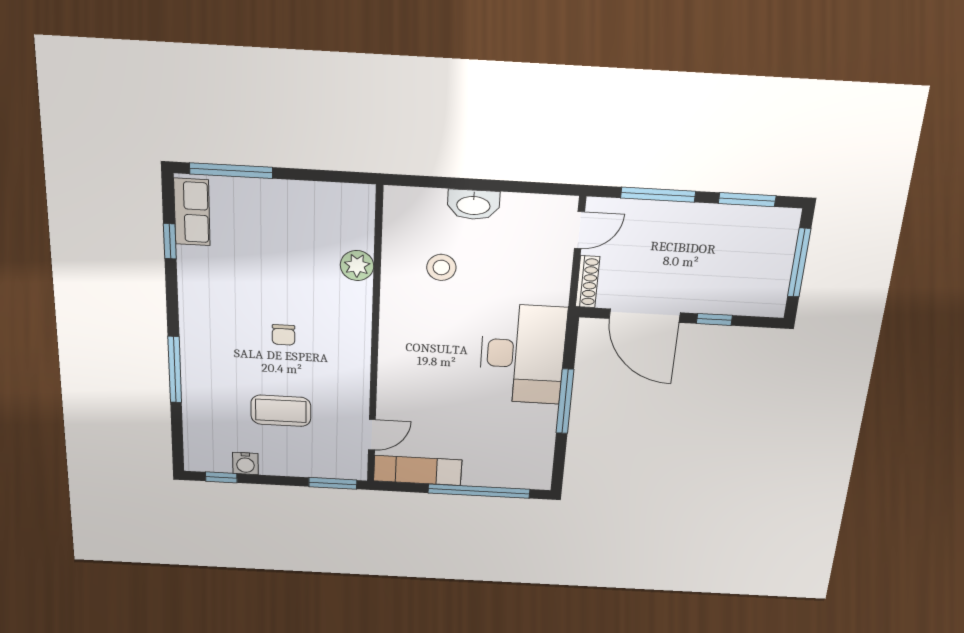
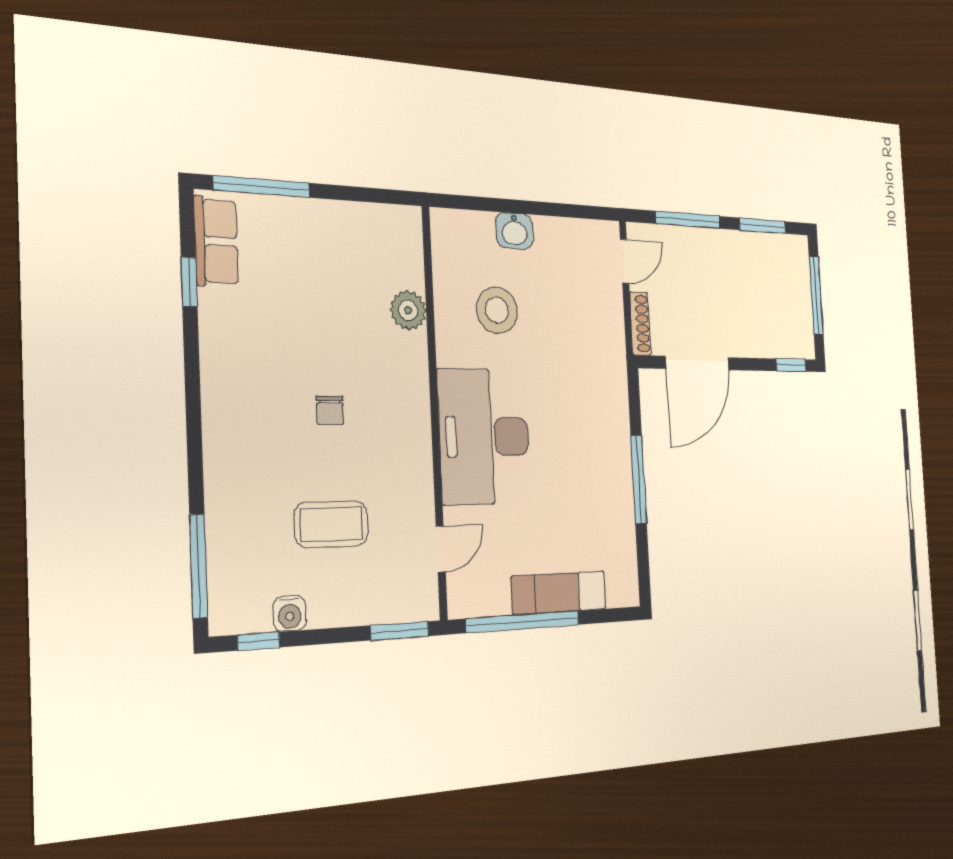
washbasin: (473, 205) -> (514, 231), width x0.72
stool: (441, 267) -> (497, 310), width x1.38, depth x1.38
door: (645, 316) -> (697, 363), hinge flipped
window: (714, 319) -> (791, 365), moved
desk: (522, 354) -> (484, 437), moved, turned 180
window: (175, 370) -> (199, 566), moved
exam couch: (418, 470) -> (559, 593), moved
window: (479, 491) -> (523, 622), moved

